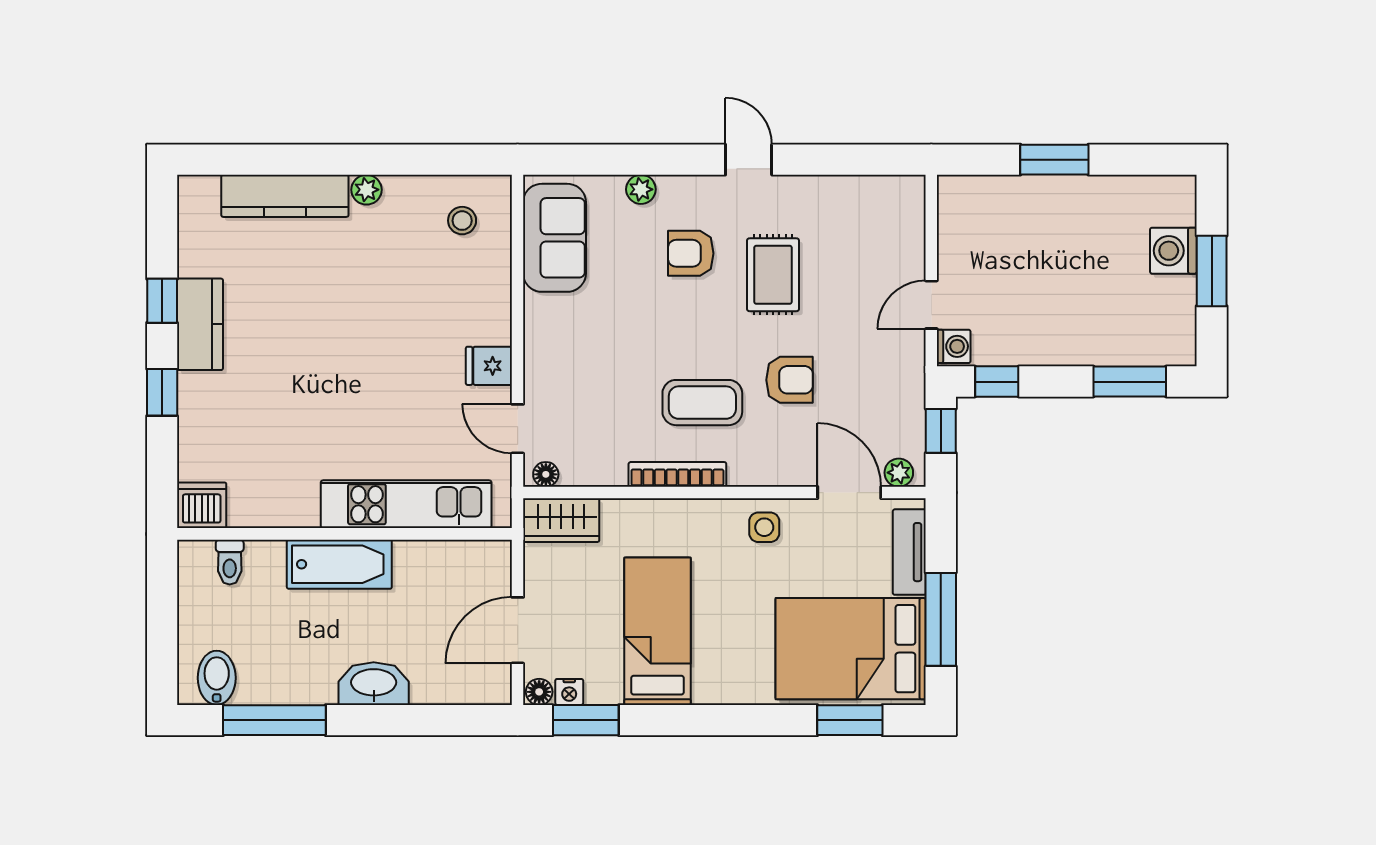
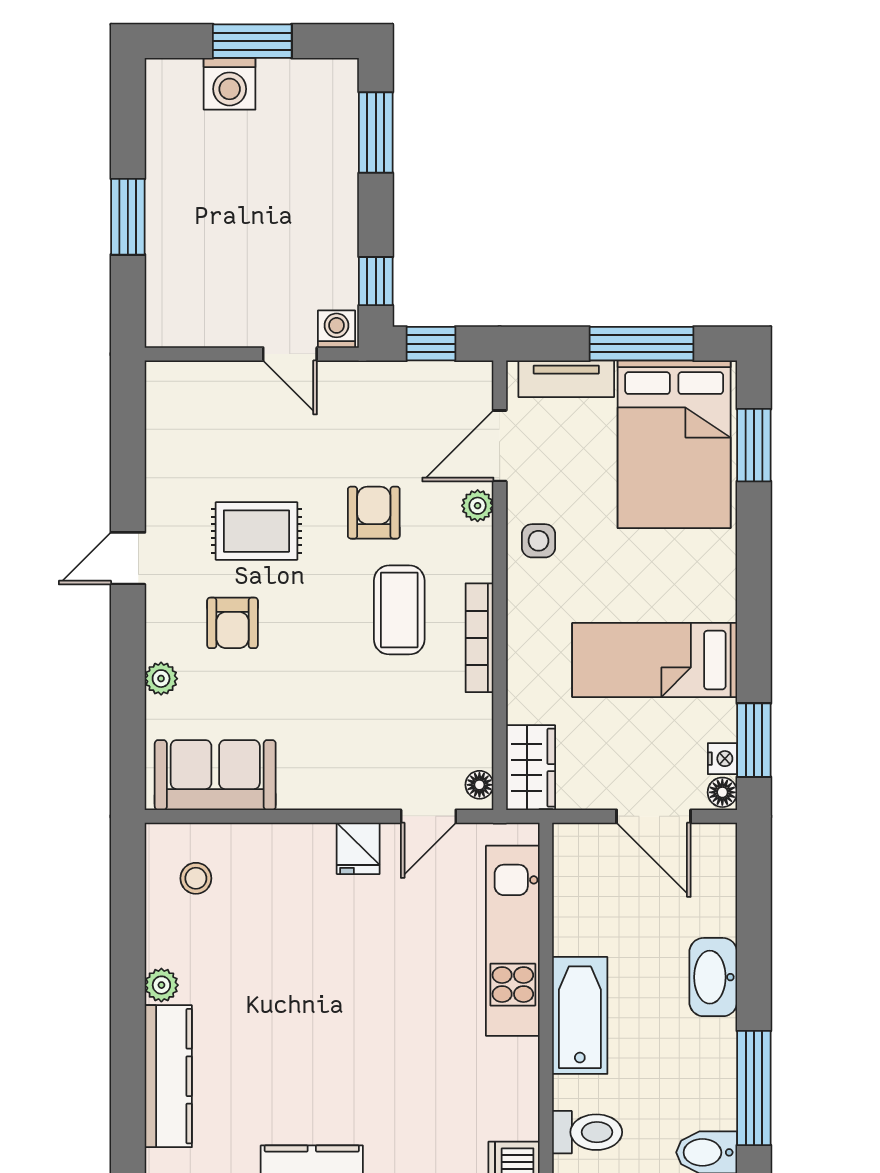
plant: (899, 473) -> (478, 506), moved
toilet: (230, 562) -> (587, 1132), width x1.37, depth x1.39

